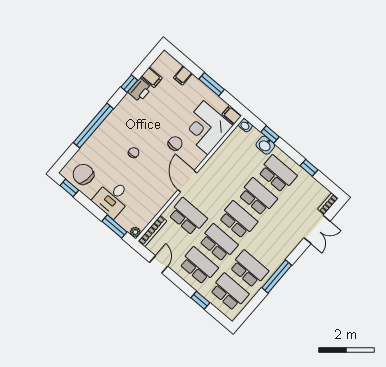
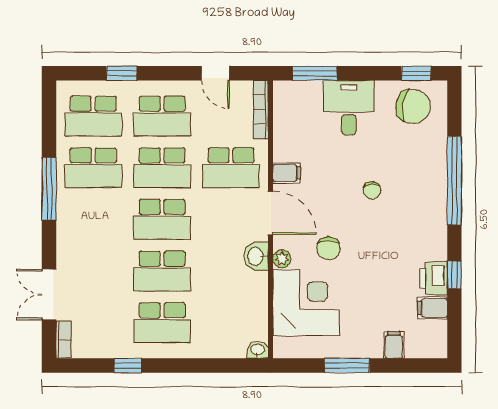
filing cabinet: (232, 115) -> (287, 173), moved
window: (270, 134) -> (216, 366), removed
washbasin: (265, 145) -> (256, 256), moved, turned -90
plant: (135, 232) -> (282, 259), moved

